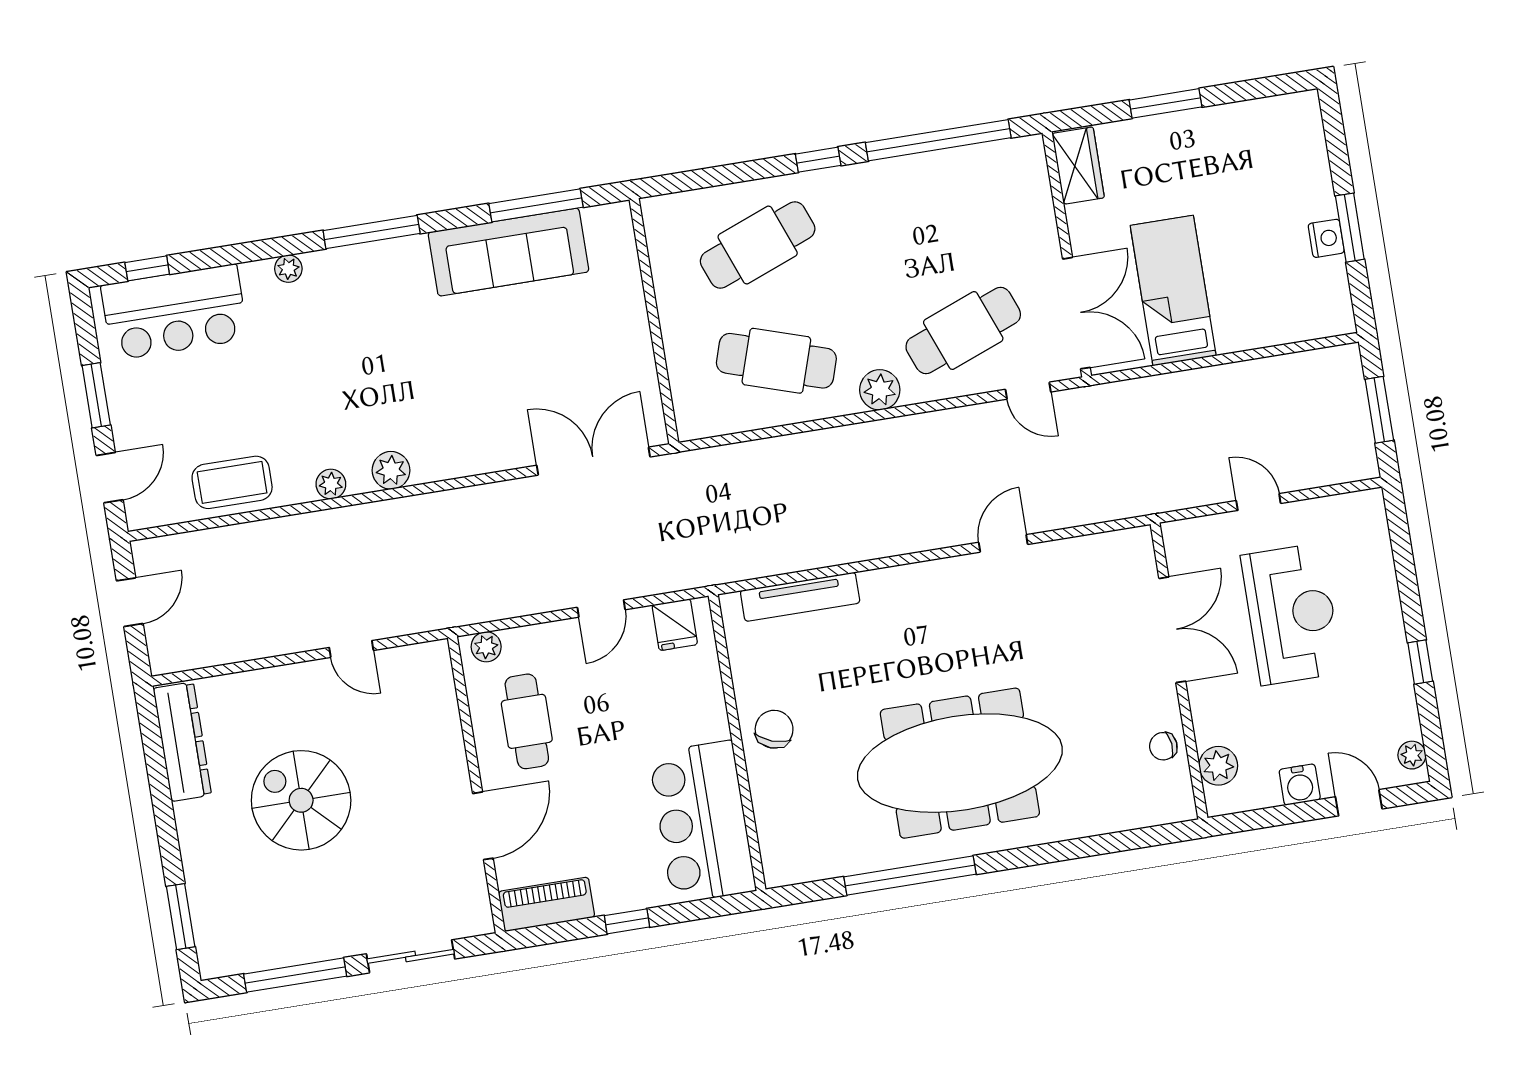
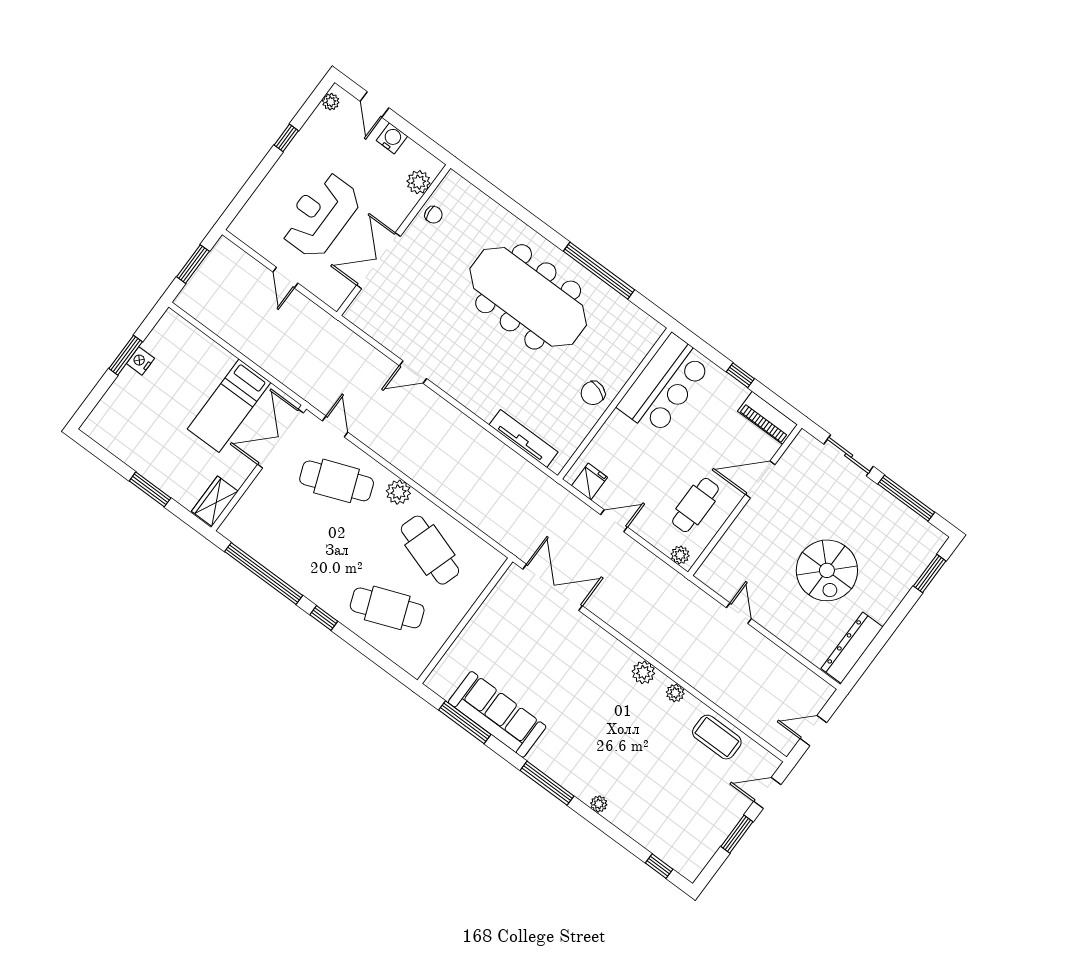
bar counter: (174, 312) -> (667, 835), removed
double door: (593, 461) -> (553, 587), swing flipped

